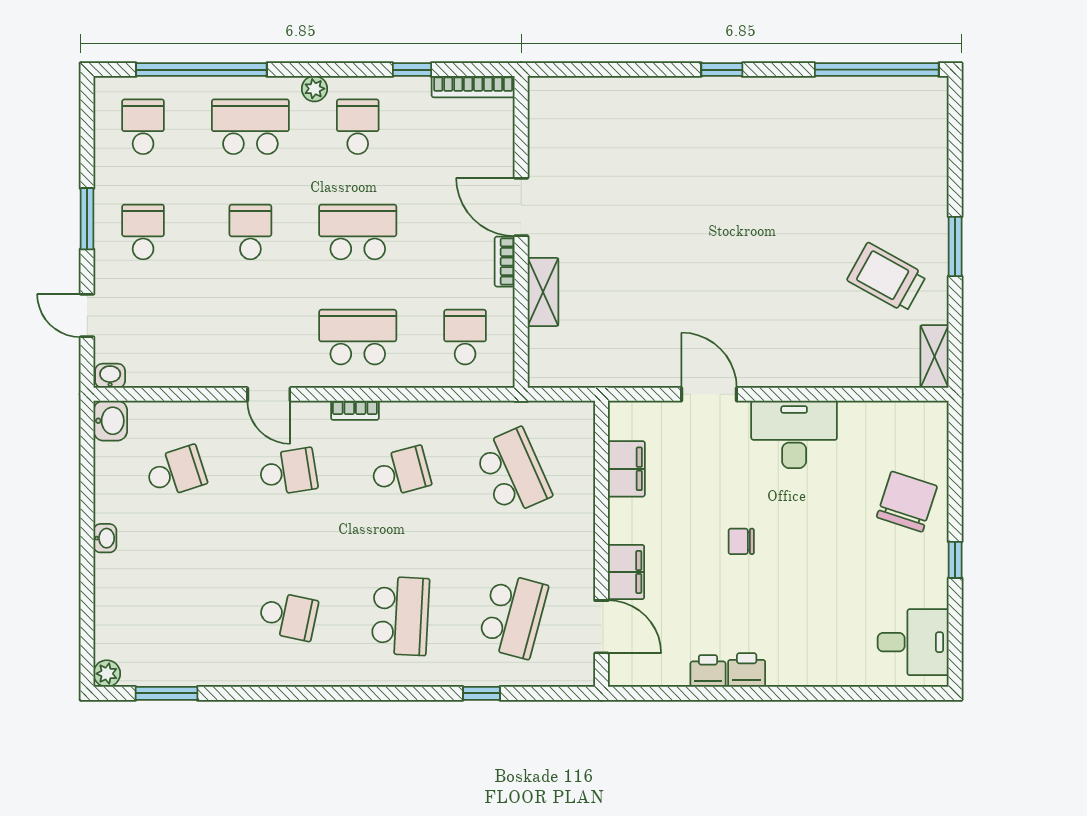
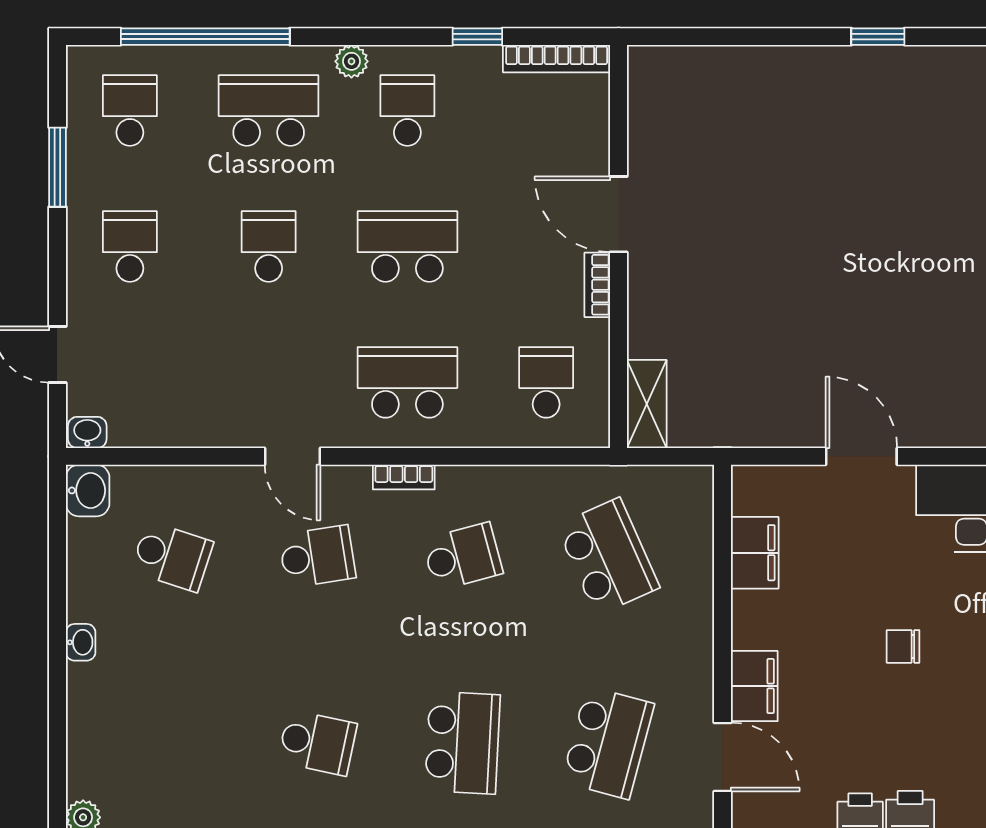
window: (87, 219) -> (57, 167), moved
shelving: (543, 292) -> (647, 404), moved
school desk: (176, 472) -> (172, 557), turned 36

